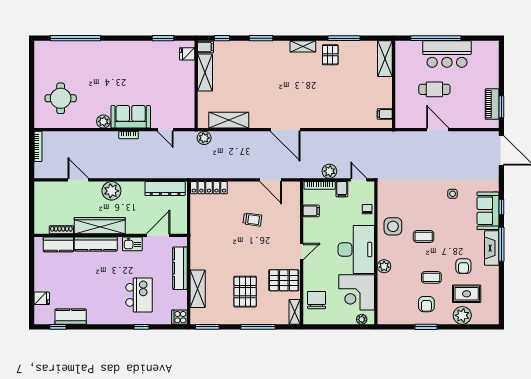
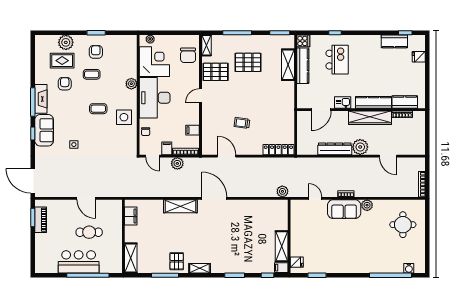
water cooler: (54, 46) -> (409, 268), added
filing cabinet: (385, 114) -> (131, 216), width x2.00
shelving: (229, 120) -> (180, 206), moved
dresser: (165, 189) -> (335, 149), moved
kitchen counter: (180, 268) -> (303, 66), moved
pallet: (245, 292) -> (248, 62), turned 90
kitchen island: (139, 295) -> (337, 60), turned 180

